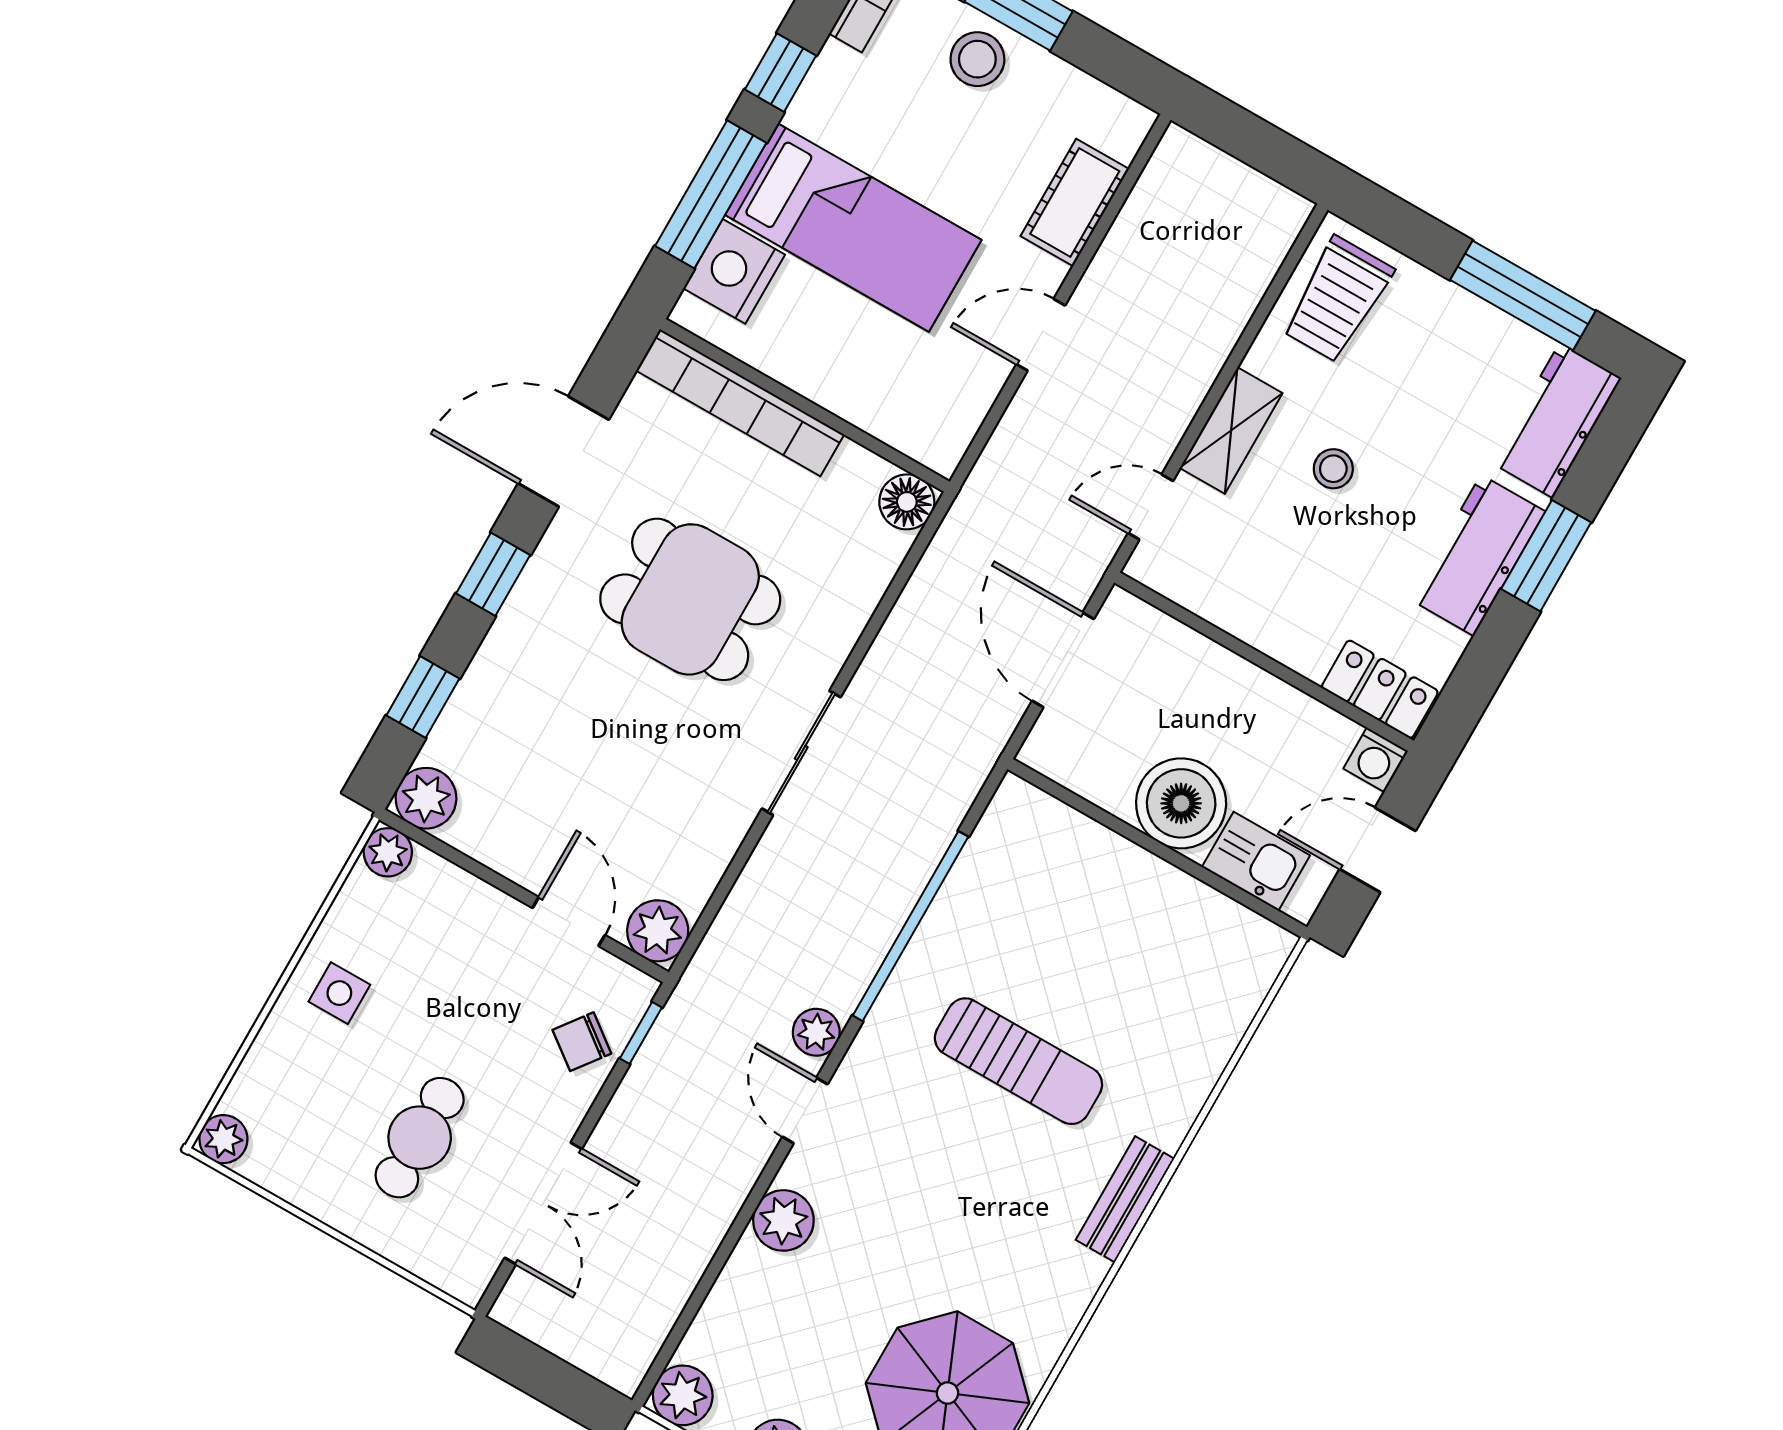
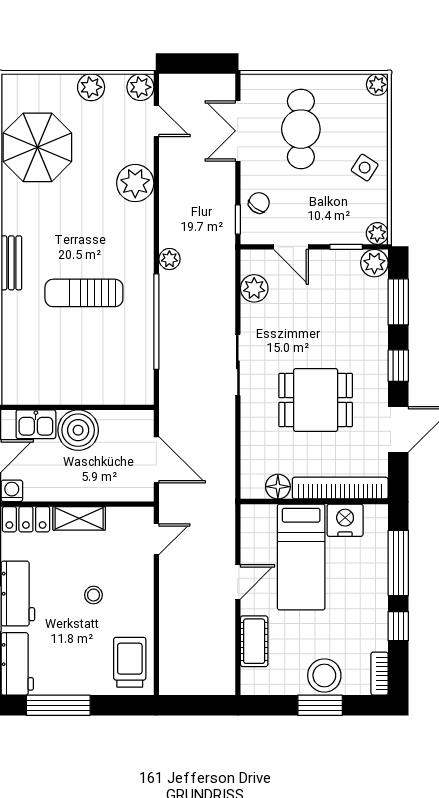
stool: (977, 59) -> (324, 675), width x1.38, depth x1.38
bed: (853, 227) -> (301, 557), moved, turned -90
nightstand: (734, 271) -> (345, 520), moved, turned -90
shelving: (1231, 430) -> (79, 518), moved, turned 90
floor lamp: (907, 502) -> (278, 487), moved
window: (423, 697) -> (398, 302), width x1.50
window: (463, 861) -> (346, 247), added
plant: (658, 931) -> (254, 288), moved
side table: (339, 993) -> (365, 168), turned 33
door: (805, 1110) -> (156, 121), moved
cafe table: (420, 1138) -> (301, 129), width x1.37, depth x1.35
plant: (783, 1220) -> (135, 183), width x1.36, depth x1.36

